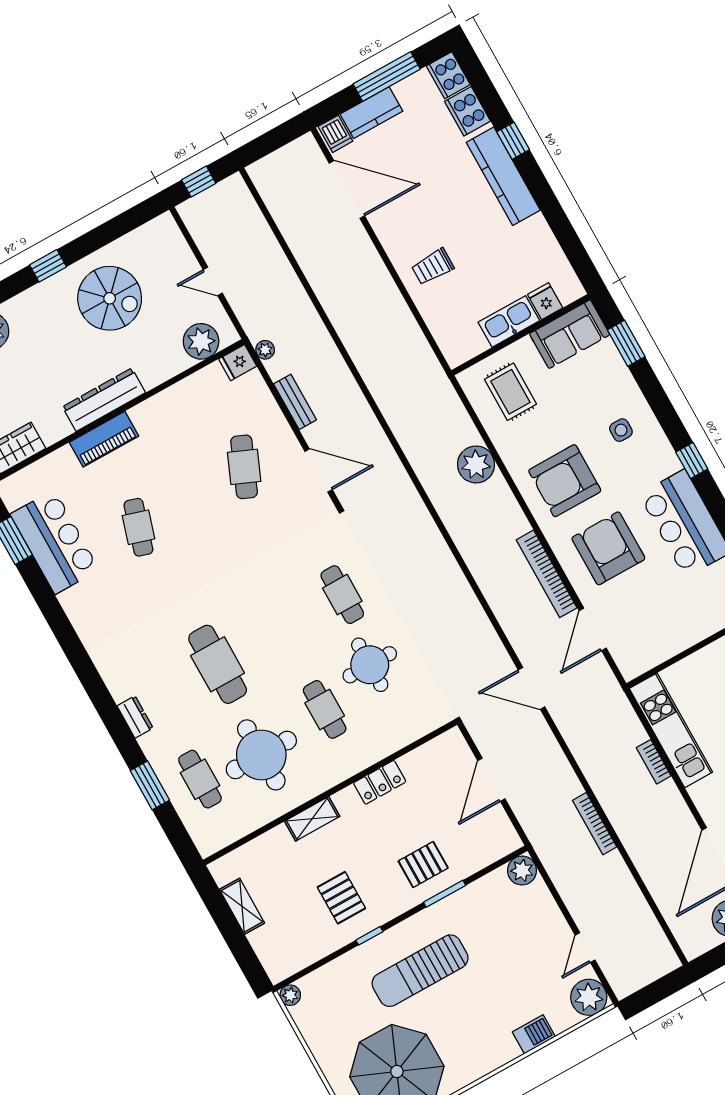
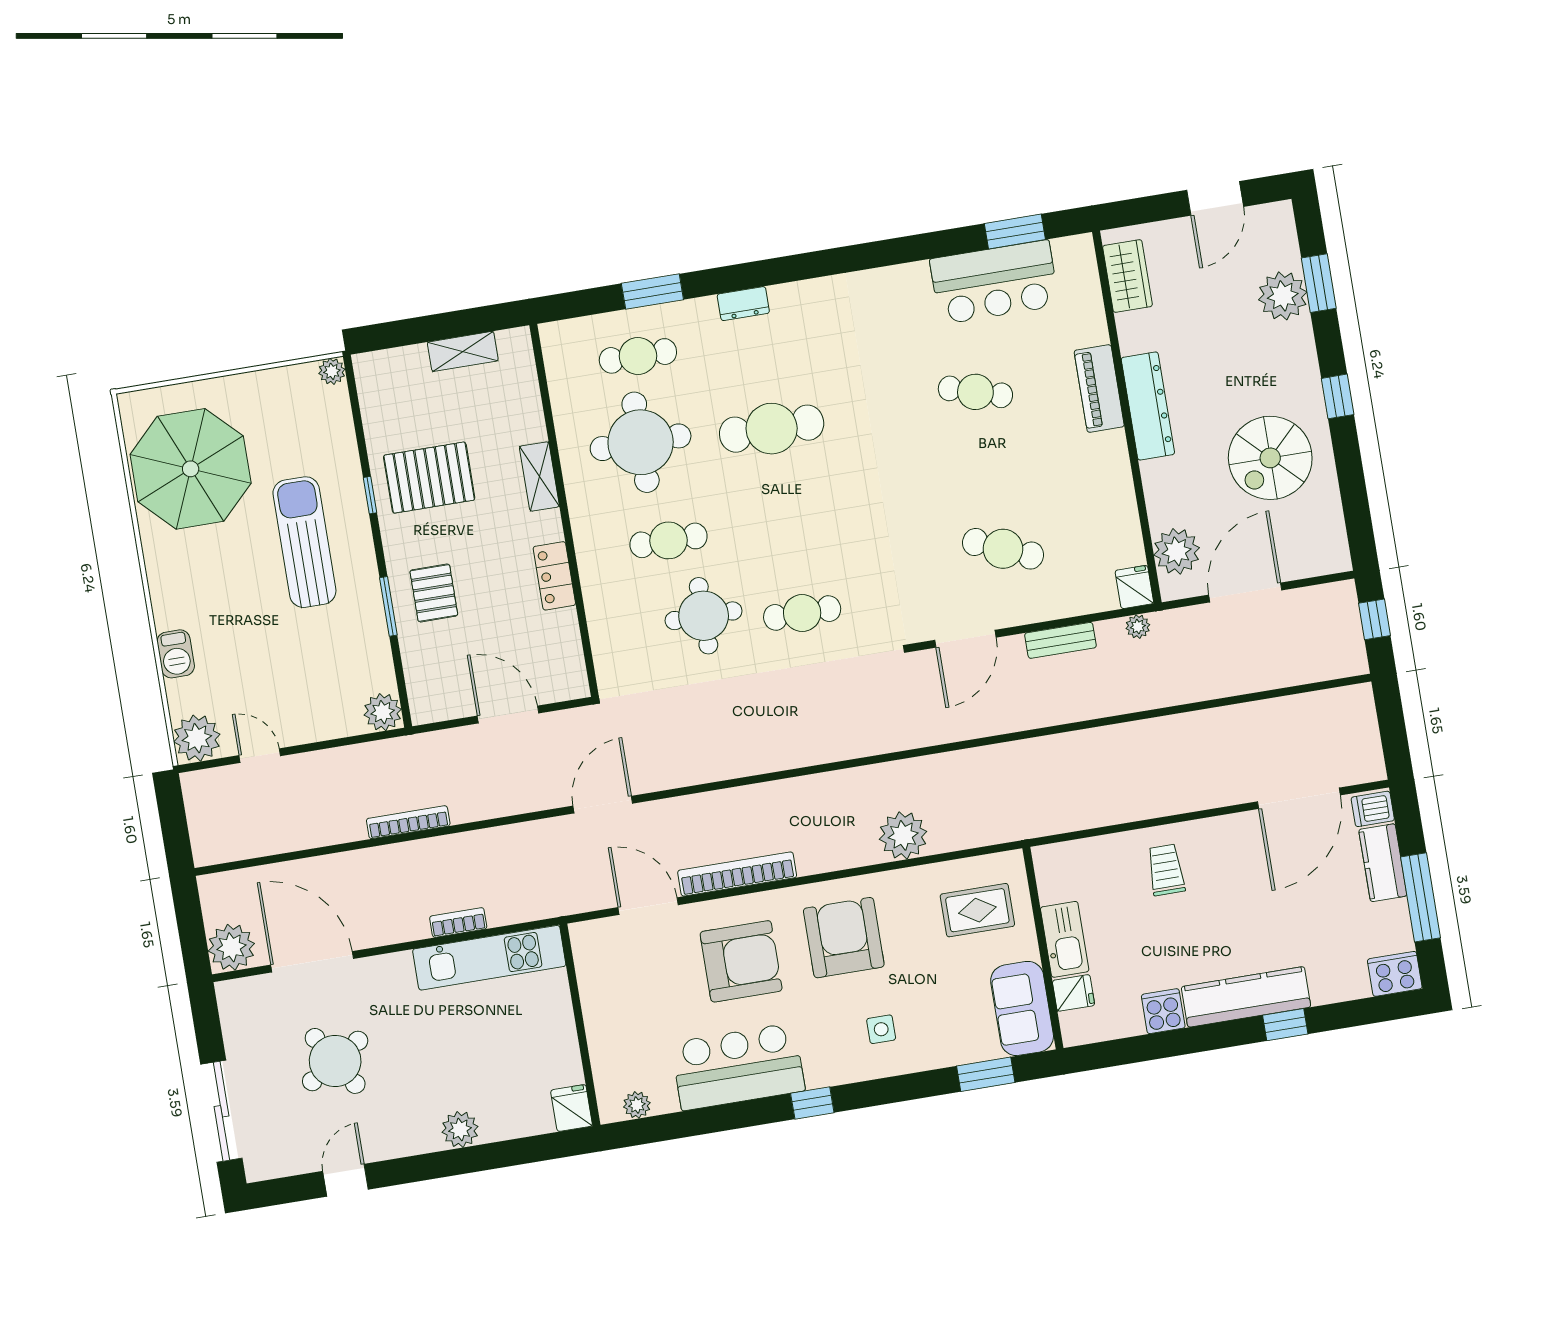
cooker: (468, 111) -> (1163, 1011), moved, width x0.73
door: (213, 281) -> (1245, 592), width x1.87
pallet: (341, 898) -> (429, 478), width x1.50, depth x1.42

